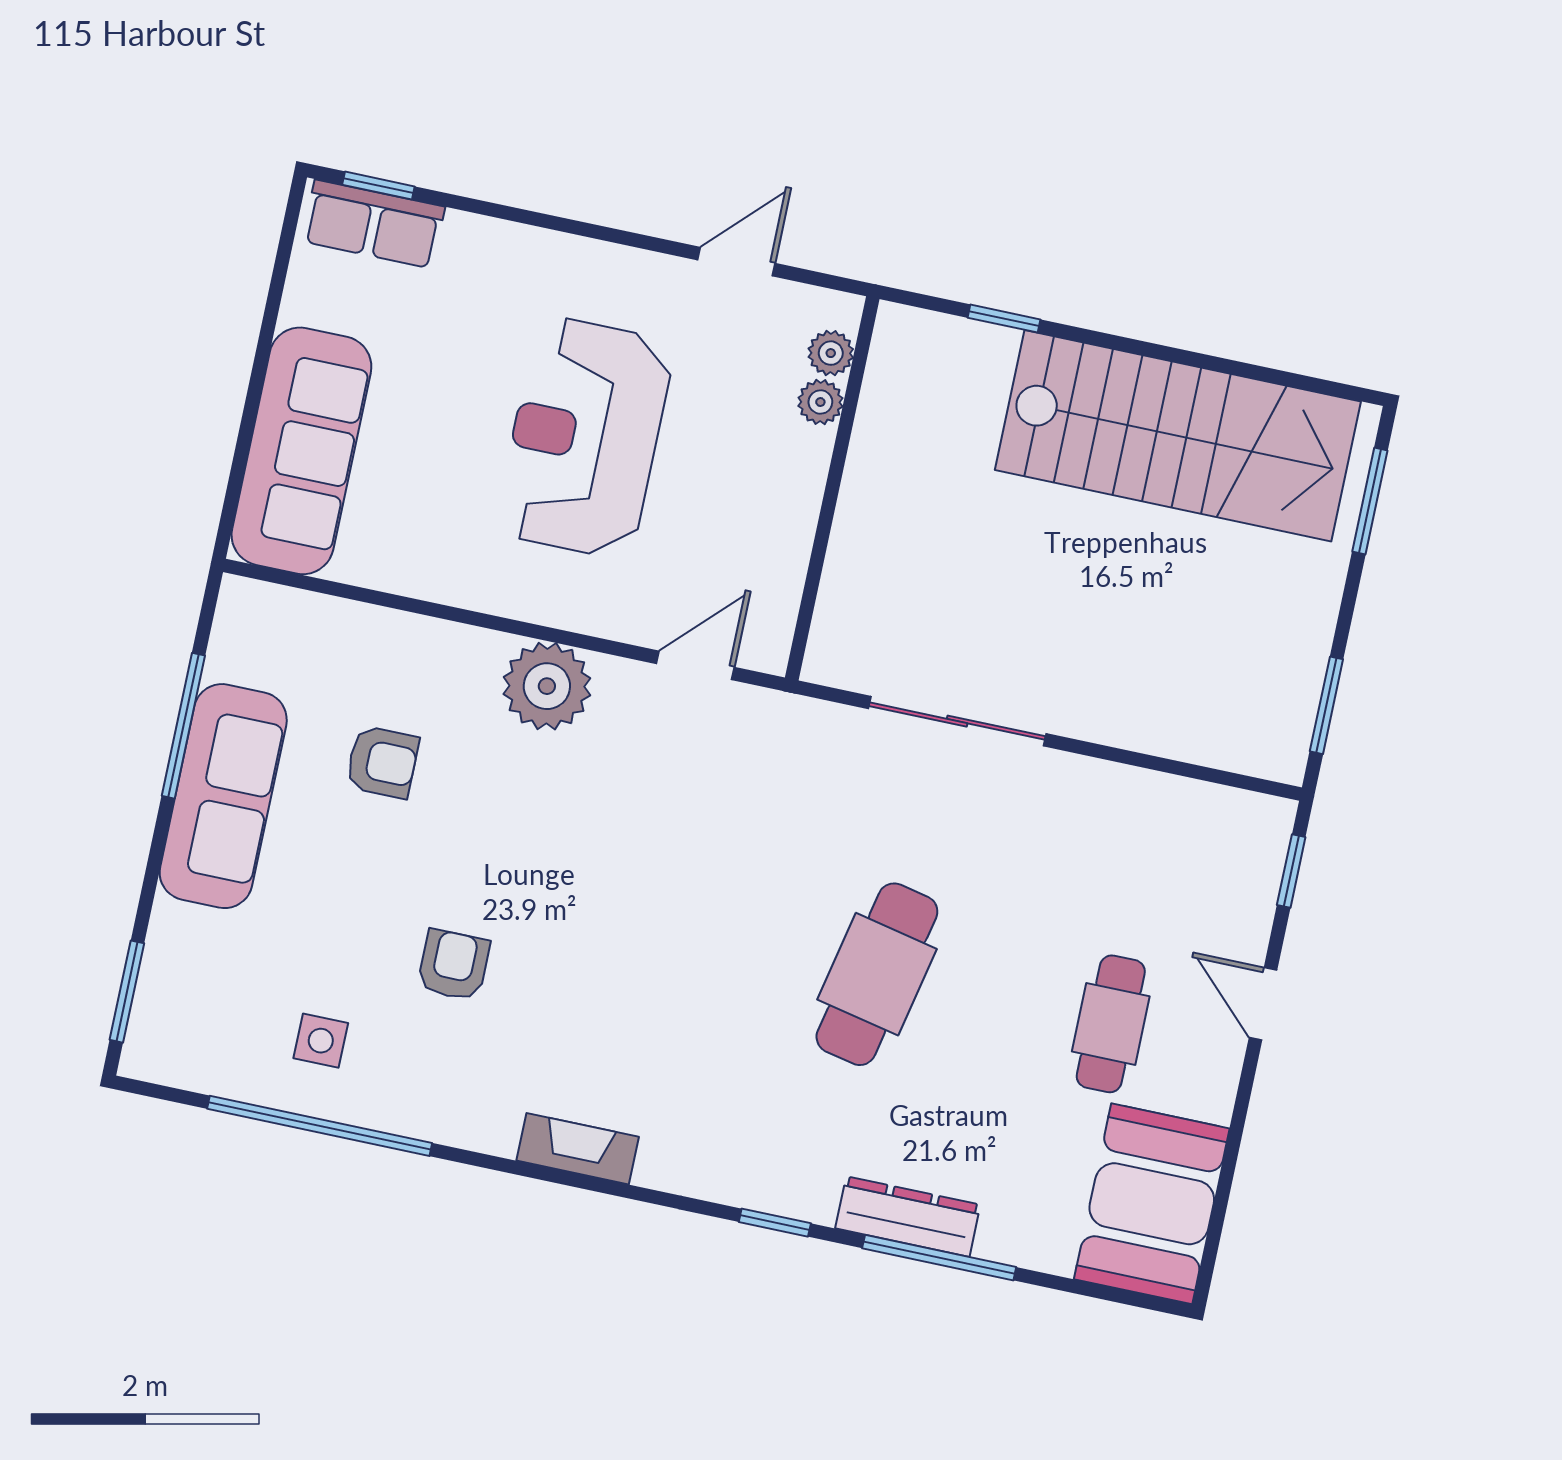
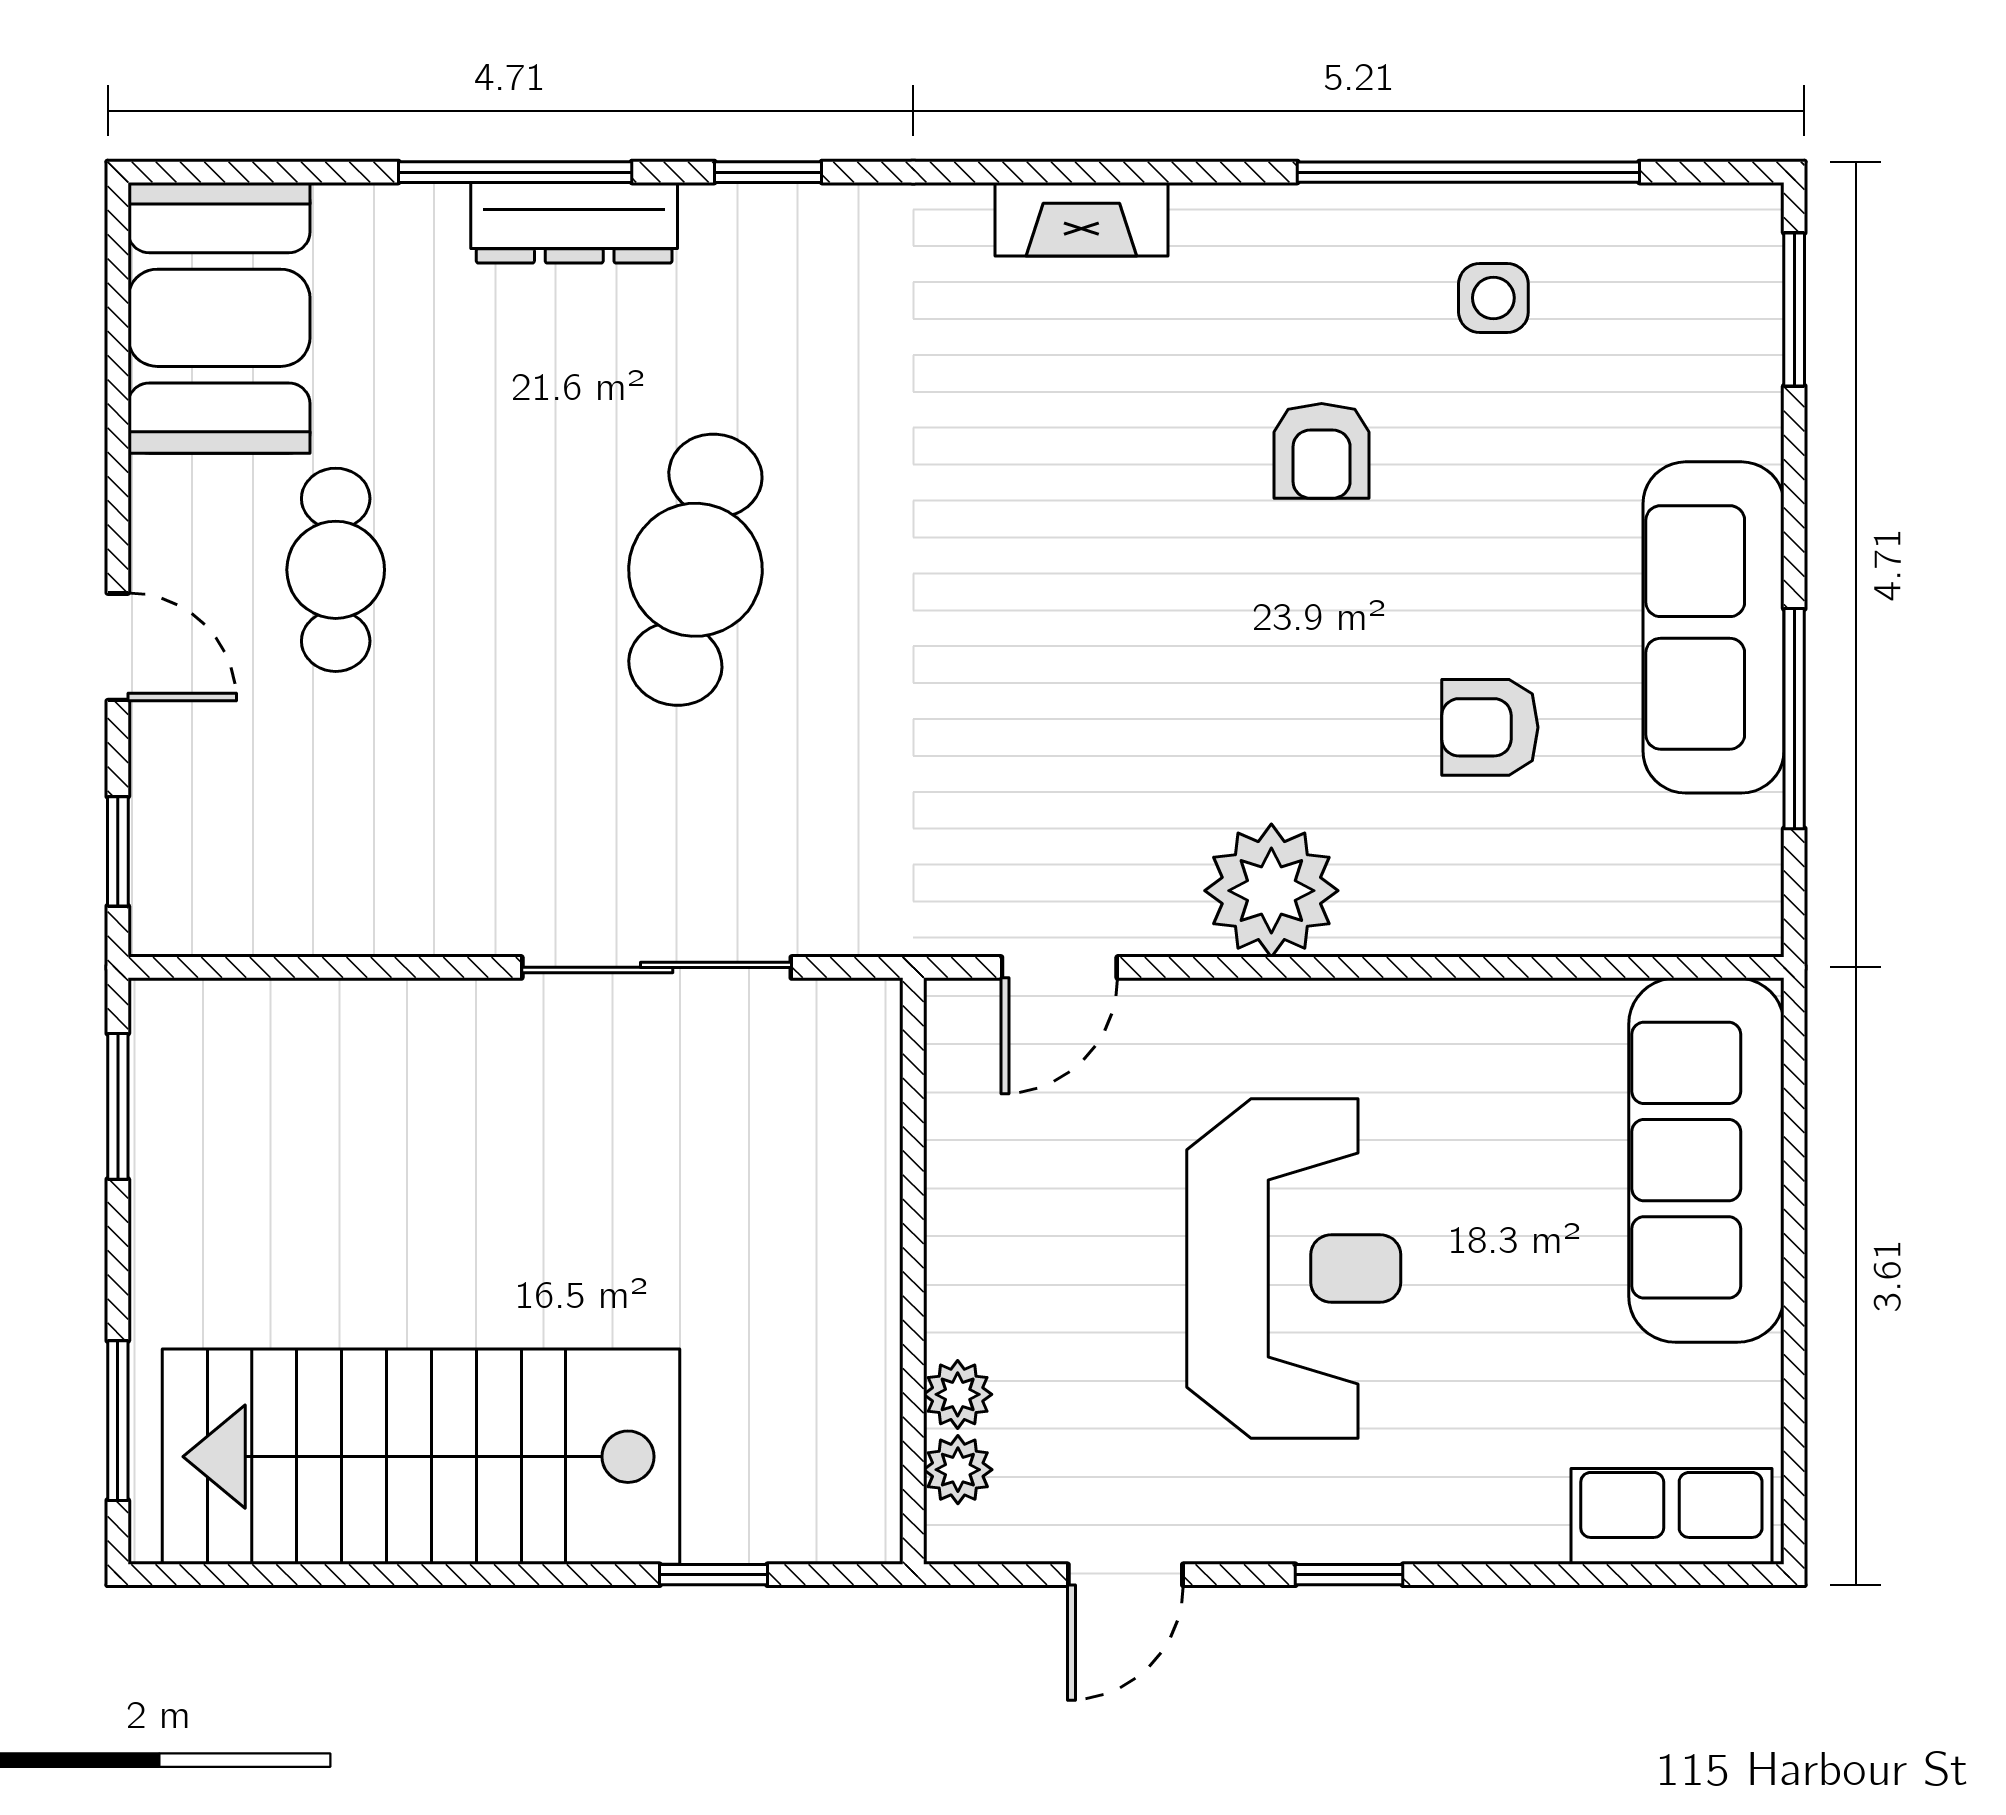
window: (378, 186) -> (1349, 1575), moved

